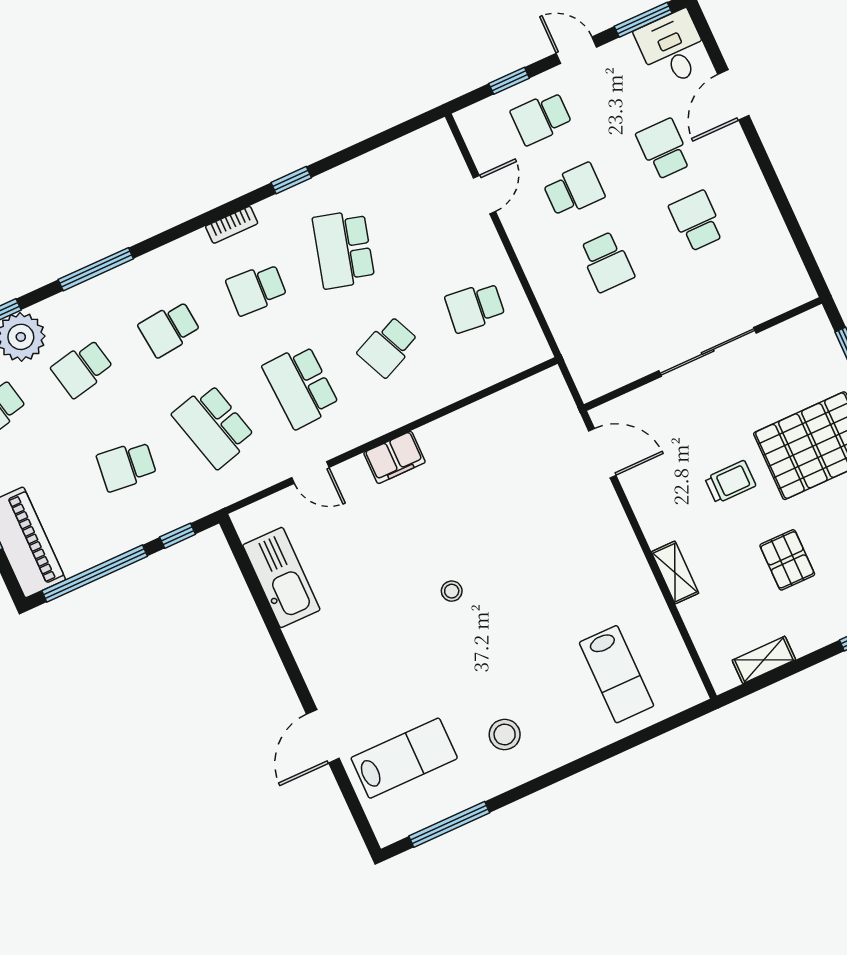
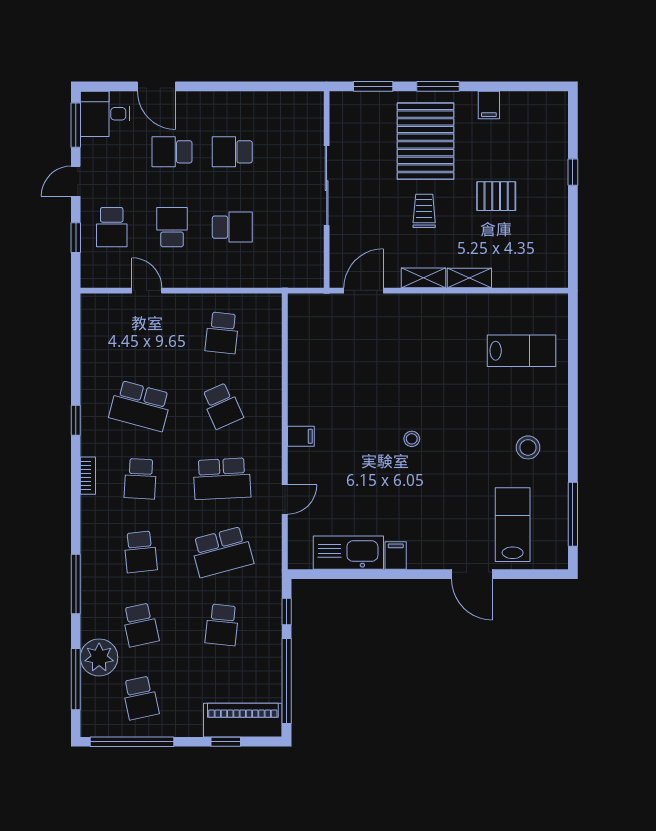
filing cabinet: (394, 457) -> (301, 436), width x0.50
filing cabinet: (304, 635) -> (396, 556), added
shelving: (764, 660) -> (423, 278), moved, turned 90

